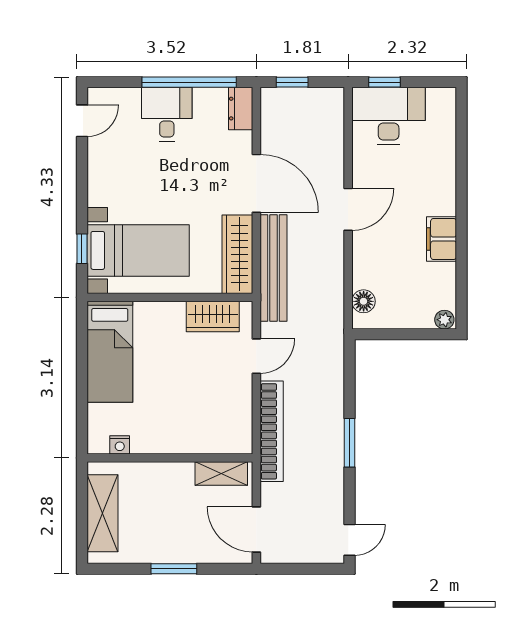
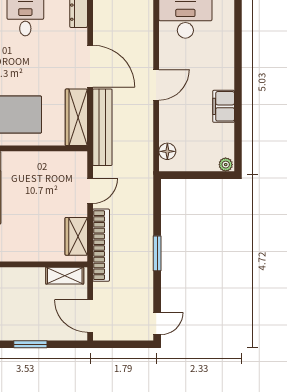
wardrobe: (213, 316) -> (76, 236), moved, turned 90

